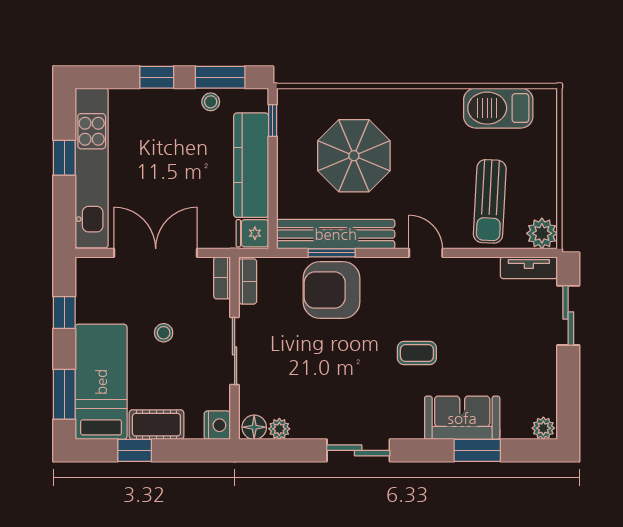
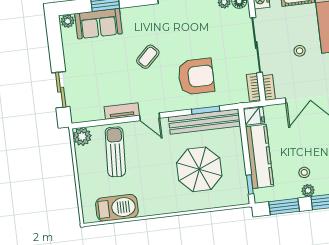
plant: (177, 99) -> (308, 191), added
stool: (211, 102) -> (304, 172), moved
tv unit: (529, 268) -> (122, 111), moved
armchair: (332, 290) -> (196, 76), moved
sliding door: (235, 351) -> (256, 45), width x1.37
coffee table: (417, 353) -> (148, 57), turned -44
sofa: (462, 418) -> (99, 24), moved

